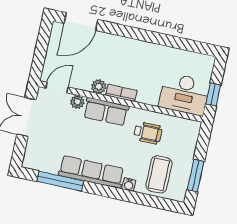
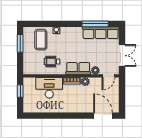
door: (81, 22) -> (103, 116), hinge flipped
desk: (184, 94) -> (49, 88), moved
row of seats: (91, 172) -> (101, 33), moved

